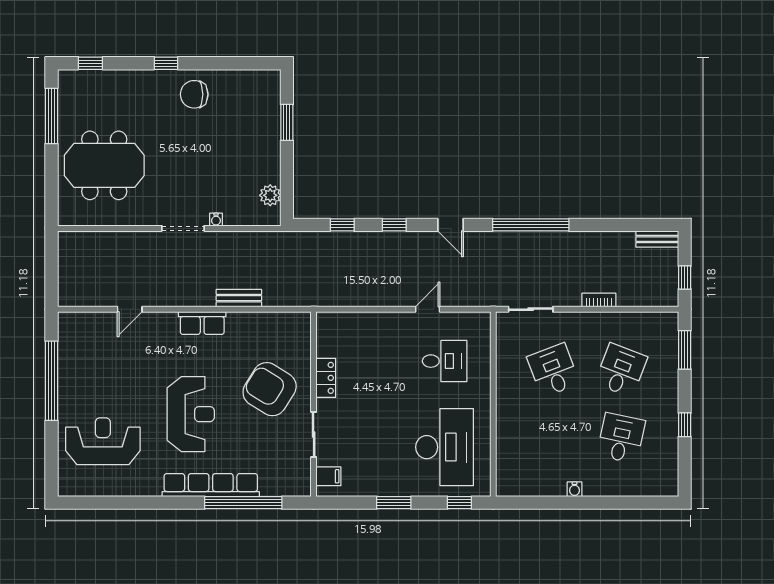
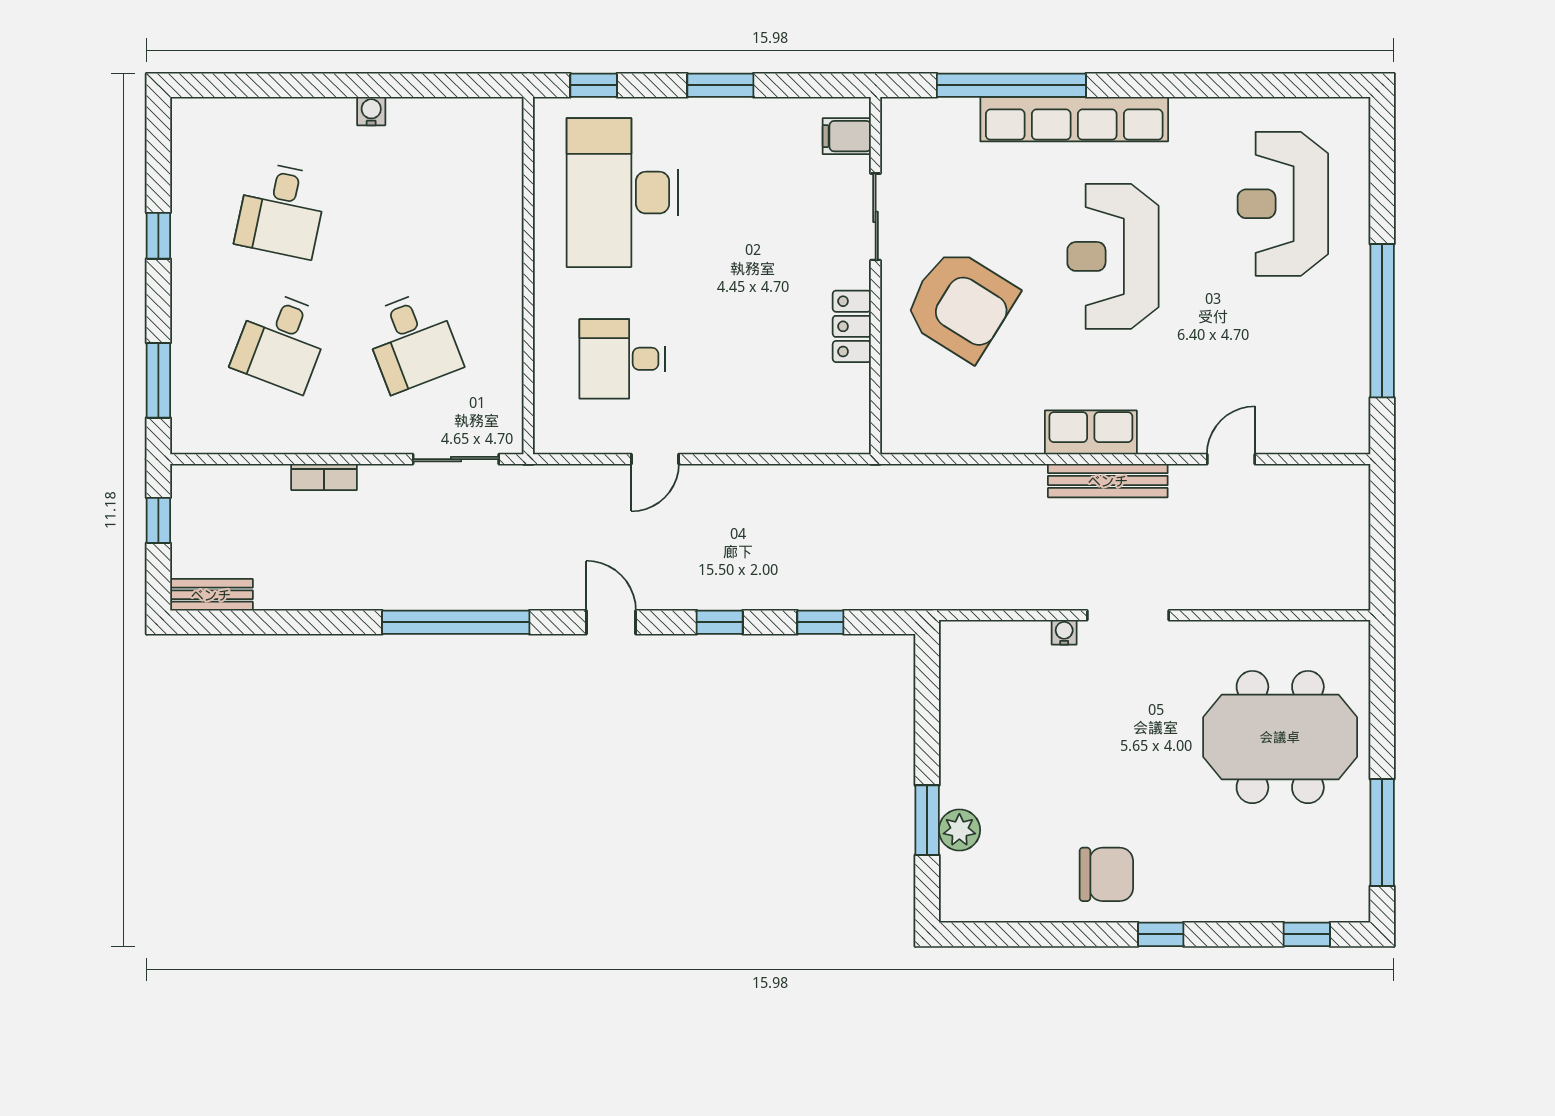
plant: (270, 195) -> (959, 830), moved
bench: (239, 298) -> (1108, 481), moved, width x1.36
reception desk: (103, 441) -> (1283, 204), turned 90

